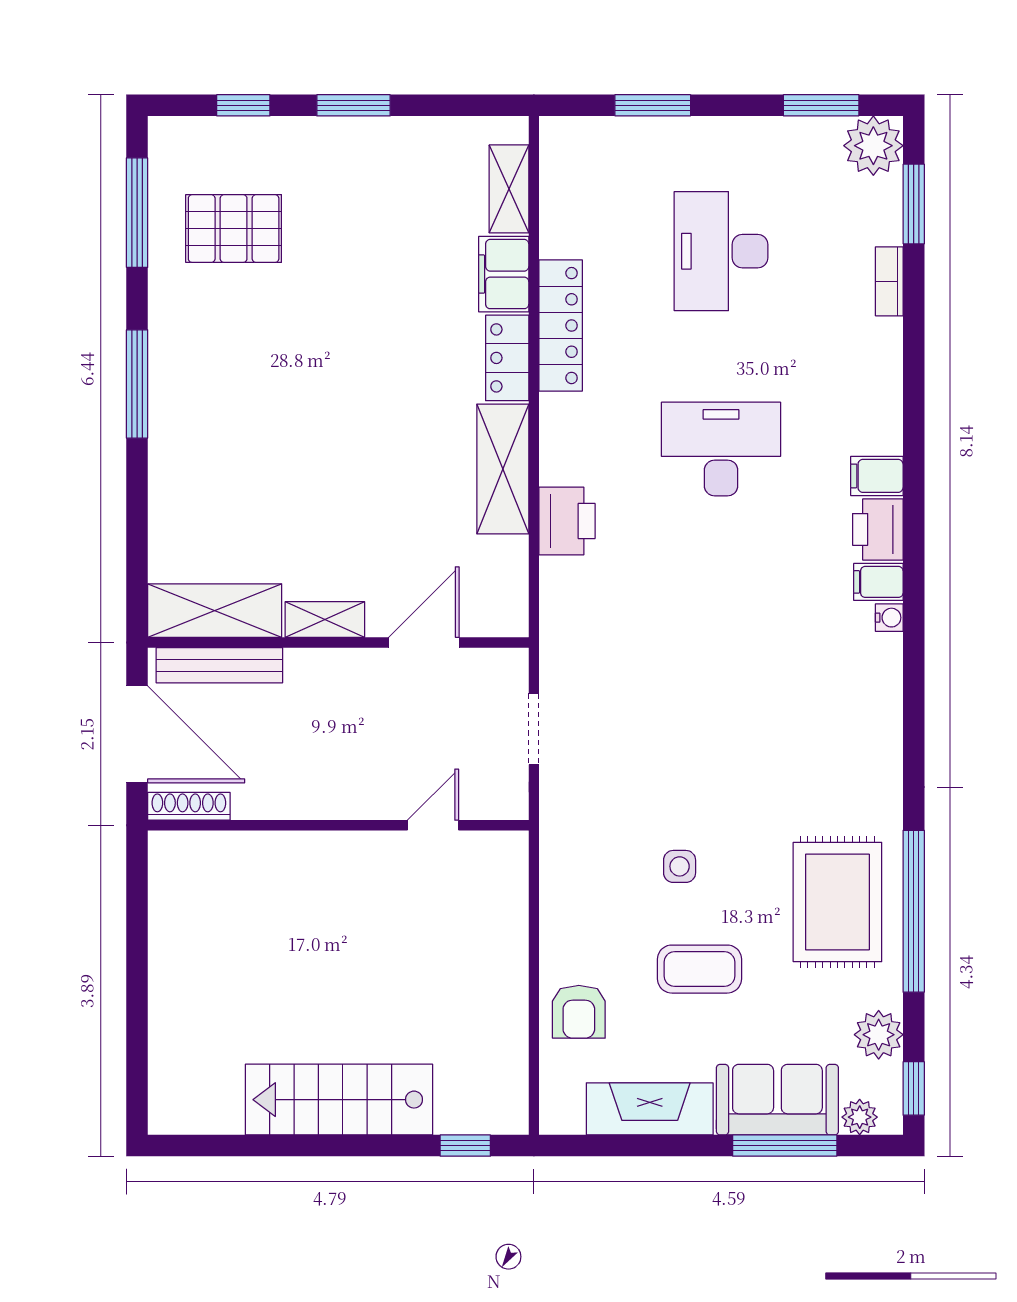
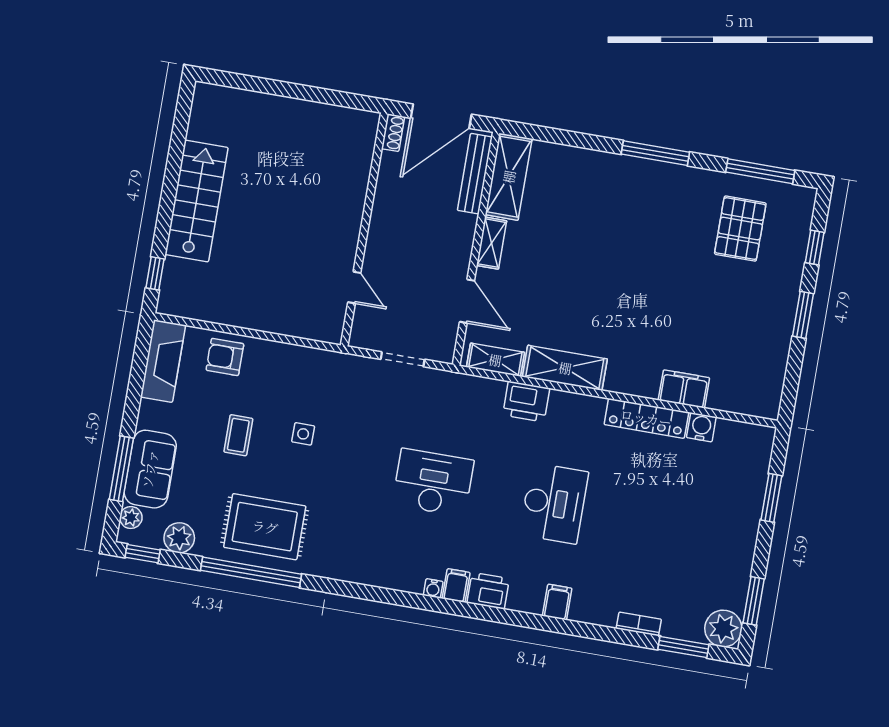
shelving: (509, 189) -> (495, 360), moved
water cooler: (560, 236) -> (701, 427), added
desk: (721, 251) -> (433, 482), moved
locker: (507, 358) -> (632, 382), removed
filing cabinet: (877, 476) -> (557, 602), moved
shoe rack: (189, 806) -> (393, 133), width x0.70
coffee table: (699, 969) -> (238, 435), width x0.73, depth x0.77
fireplace: (650, 1109) -> (163, 361), moved

